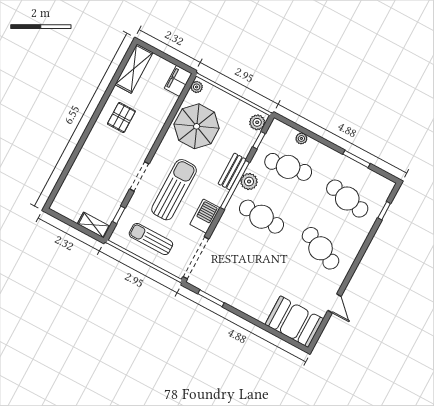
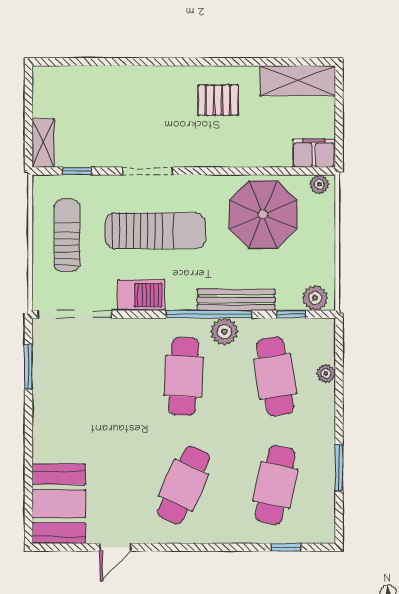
bench: (232, 171) -> (236, 300), width x1.36

